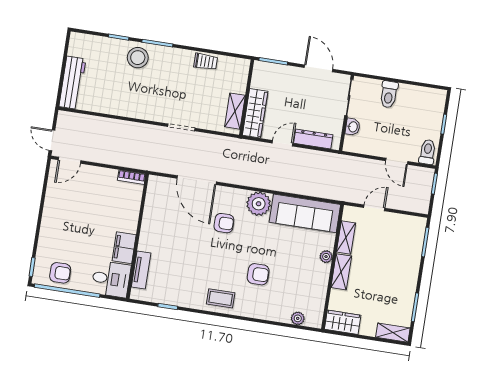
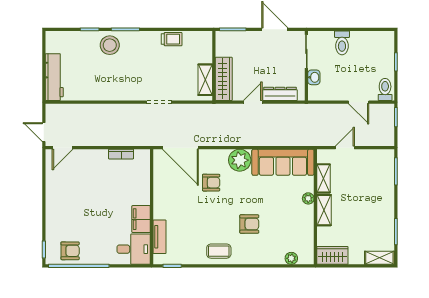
wall: (138, 236) -> (152, 207), moved
filing cabinet: (124, 248) -> (141, 219), moved
tv unit: (141, 270) -> (160, 237), moved
desk: (111, 279) -> (134, 249), moved

